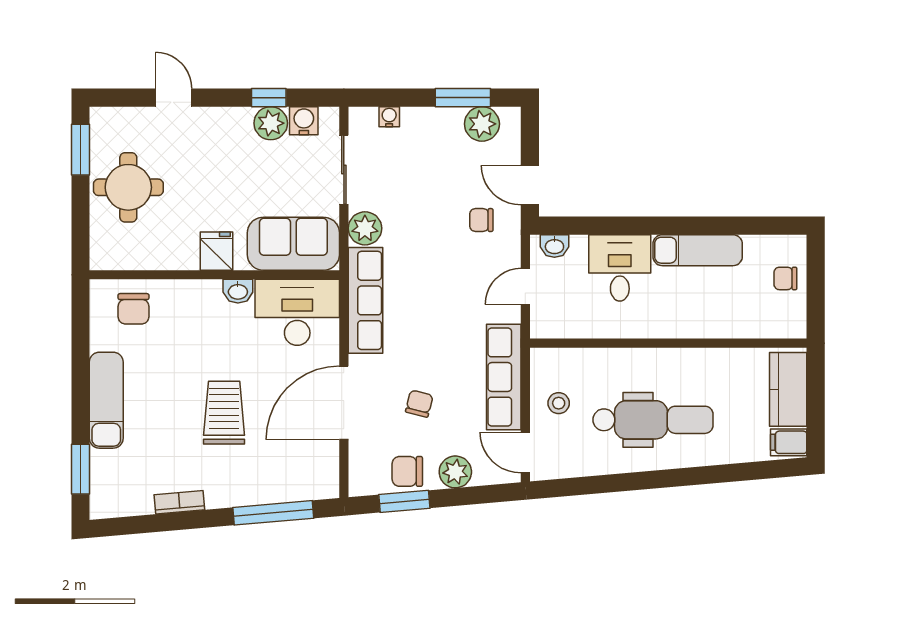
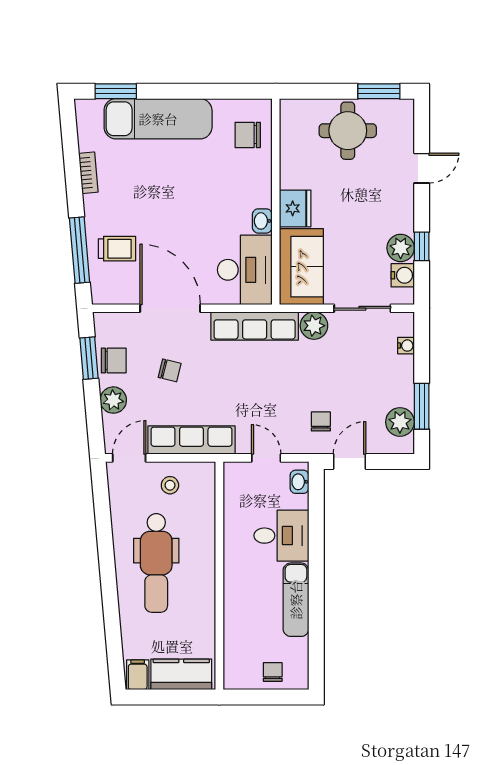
fridge: (217, 251) -> (295, 208), width x1.38
exam couch: (106, 400) -> (158, 119), width x1.36, depth x1.45
trolley: (224, 413) -> (117, 249), moved, width x0.73, depth x0.72
chair: (407, 471) -> (114, 360), turned 90

